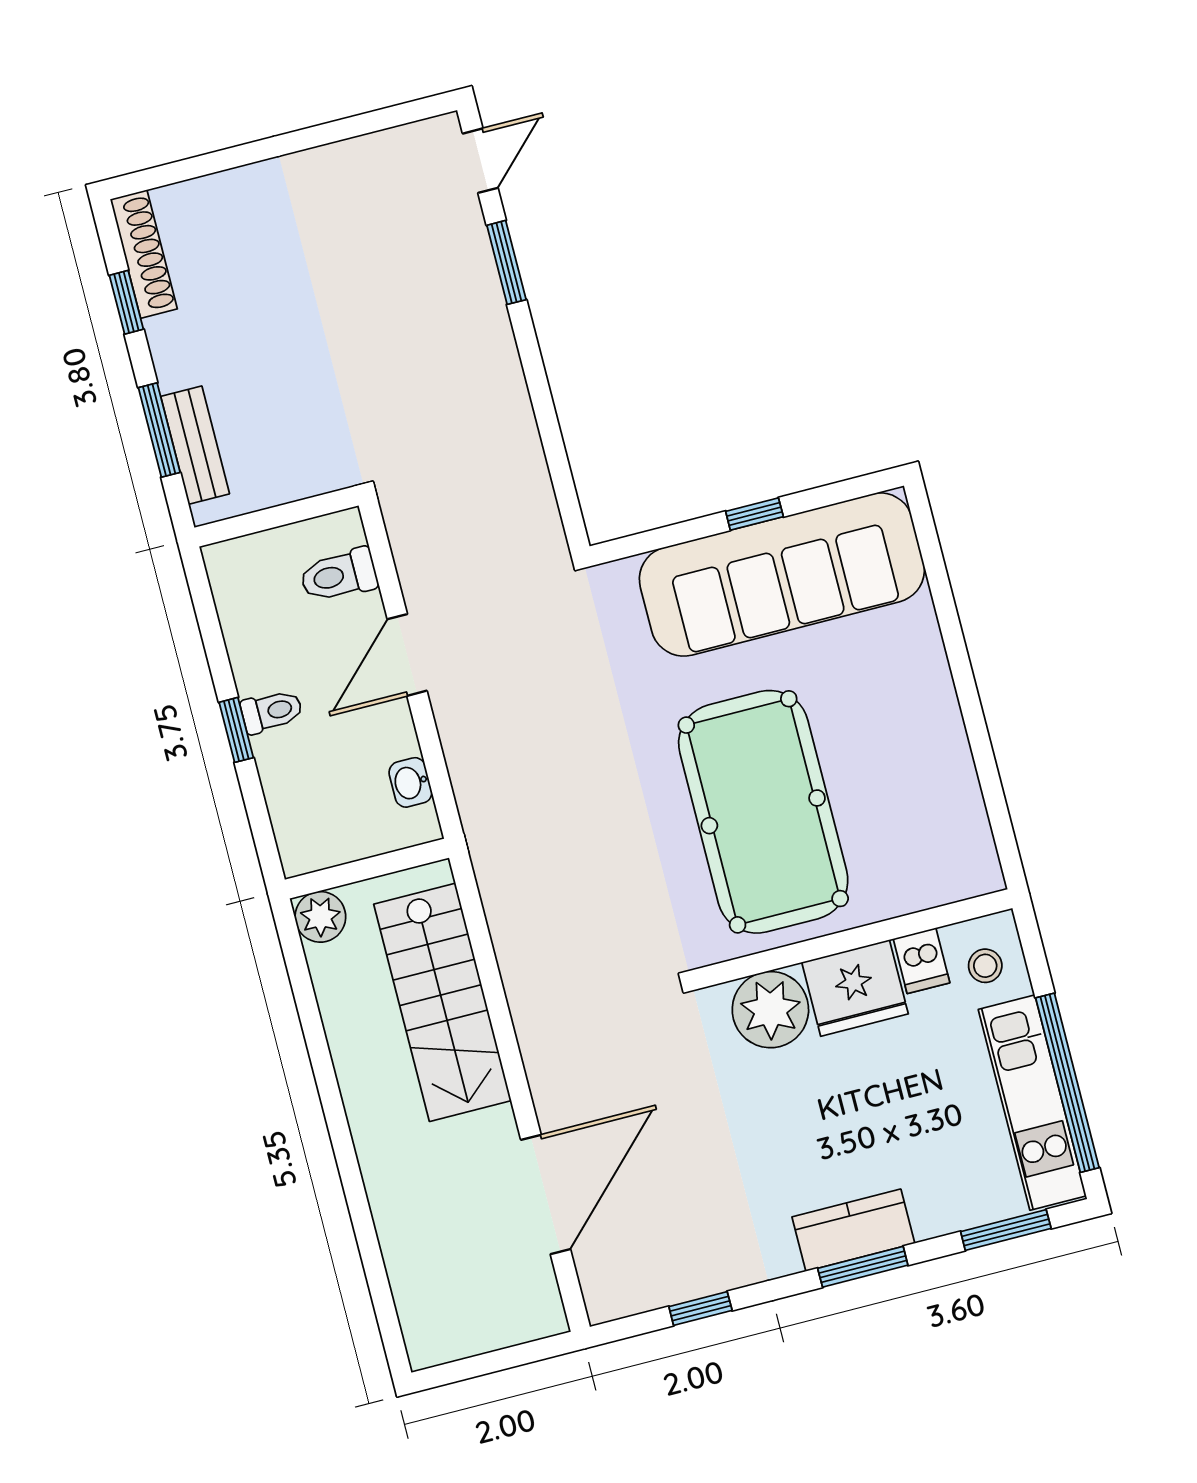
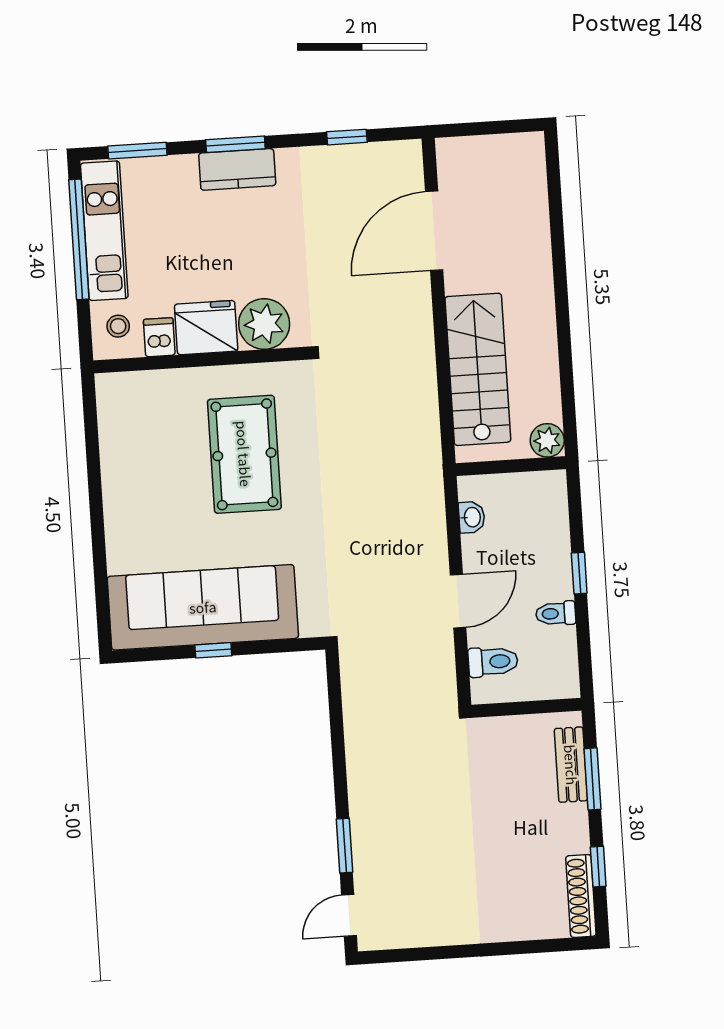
toilet: (272, 711) -> (556, 613), moved
pool table: (763, 812) -> (244, 454), width x0.73, depth x0.76

